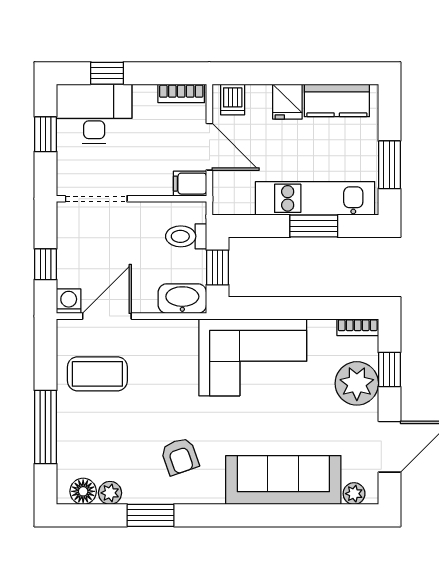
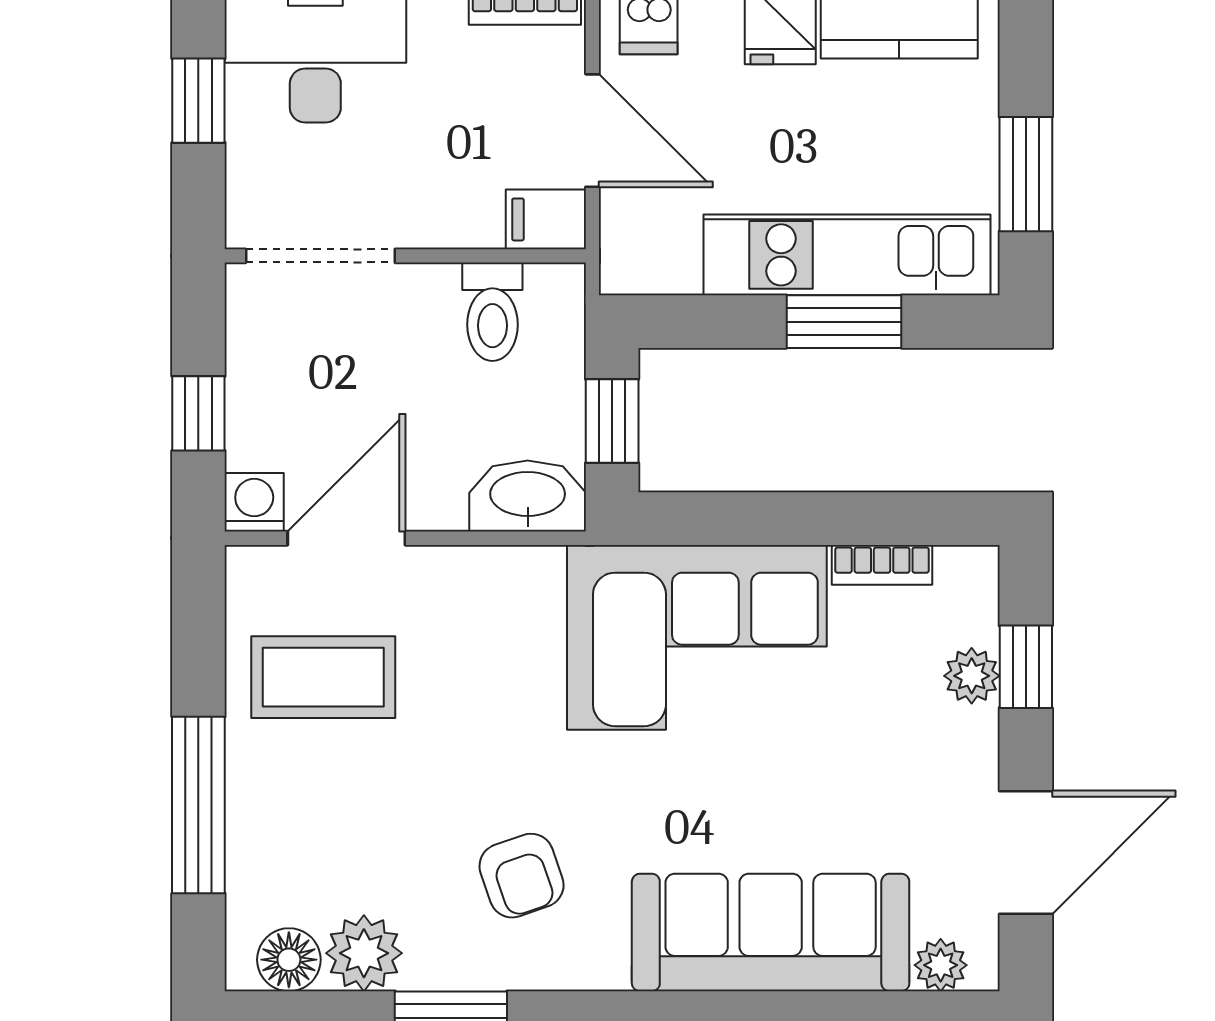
toilet: (186, 236) -> (492, 312), moved, turned -90
bookcase: (358, 327) -> (882, 565), moved
plant: (357, 383) -> (972, 676), width x0.53, depth x0.53
plant: (110, 493) -> (364, 953), width x1.38, depth x1.38

